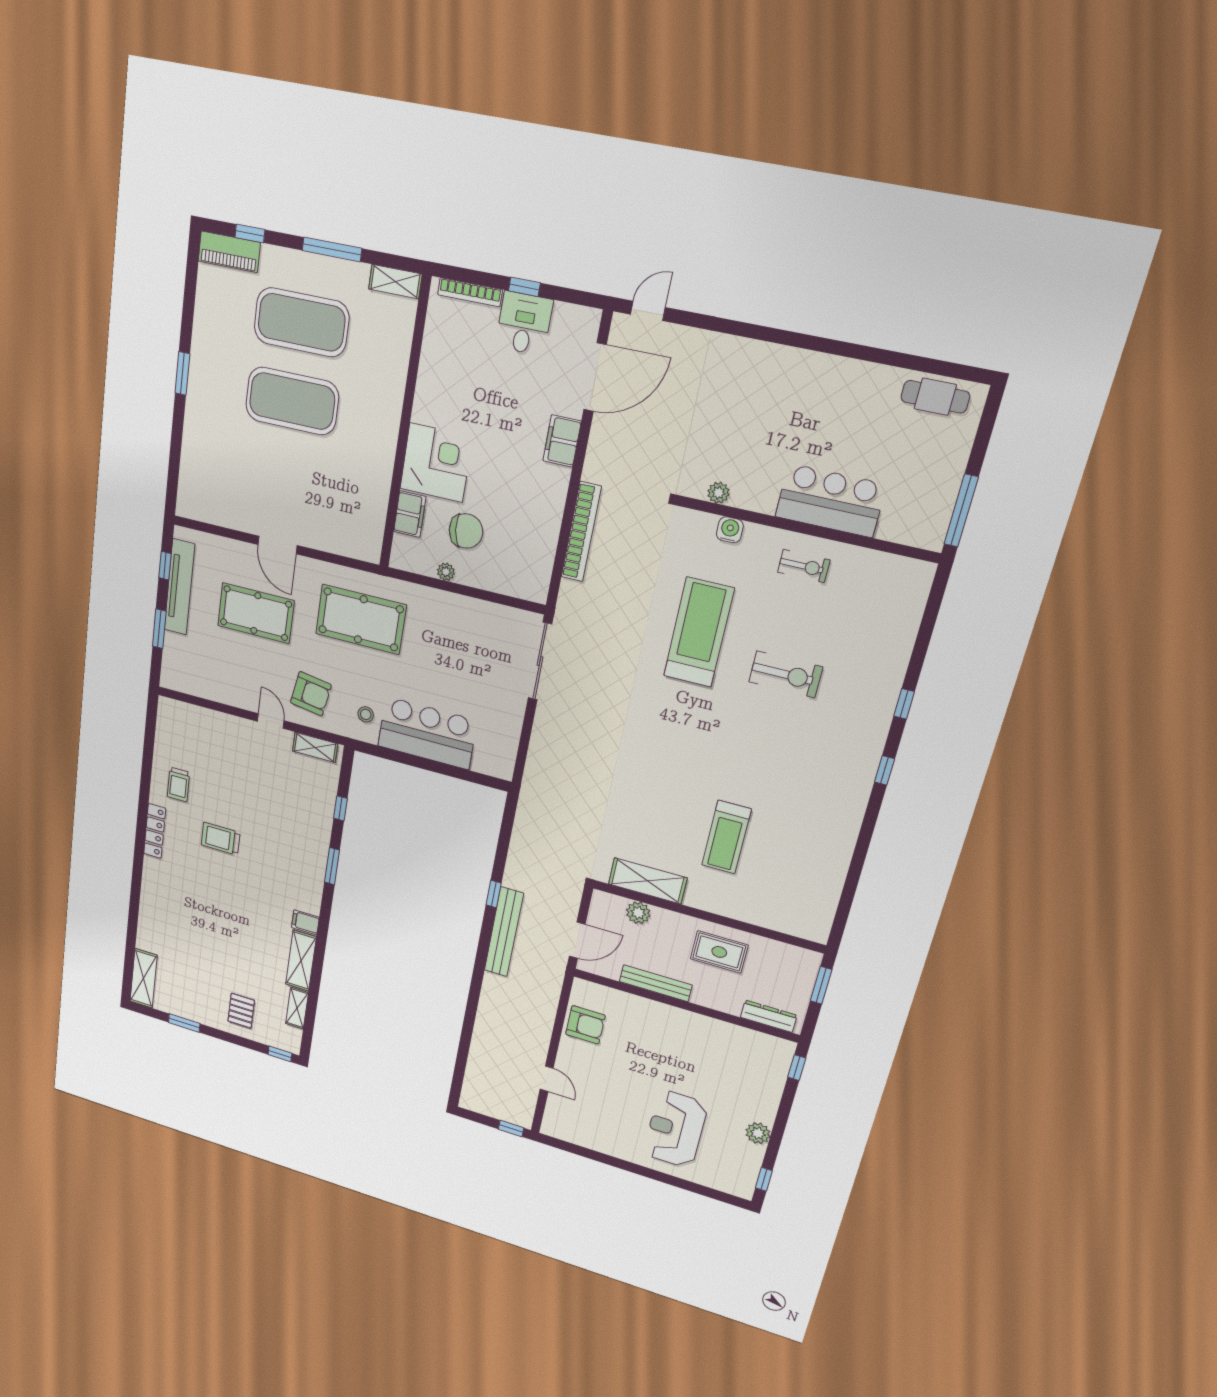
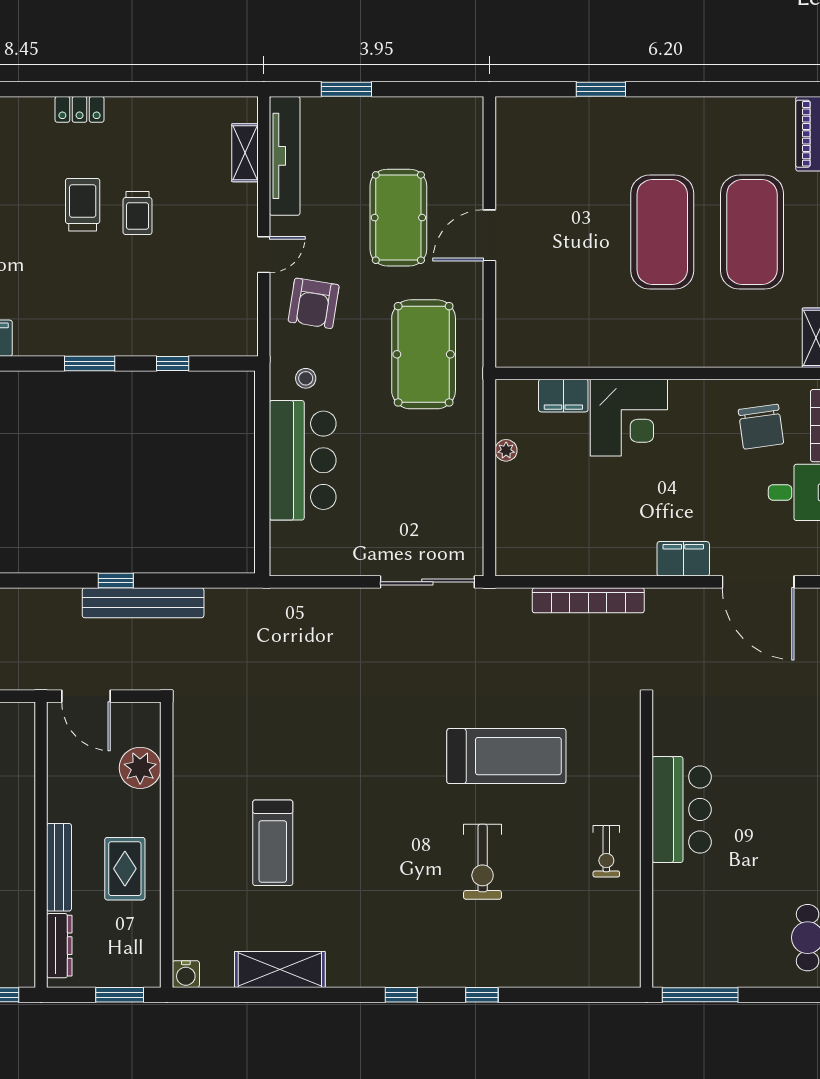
window: (182, 373) -> (601, 89), moved
plant: (718, 493) -> (664, 742), removed
bar counter: (830, 500) -> (682, 809), moved
water cooler: (730, 530) -> (186, 974), moved, turned 90
chair: (466, 531) -> (761, 427), moved
window: (165, 566) -> (429, 89), removed
tv unit: (179, 587) -> (285, 156), moved, turned -90
shelving: (315, 747) -> (245, 153), moved
trolley: (178, 785) -> (138, 213), moved, turned -90
locker: (155, 831) -> (80, 109), width x0.66
treadmill: (726, 837) -> (273, 843), turned -90
shelving: (648, 881) -> (280, 969), moved, turned 90
plant: (638, 913) -> (140, 768), width x1.36, depth x1.36
bench: (504, 932) -> (143, 603), moved
bench: (656, 983) -> (59, 867), moved

